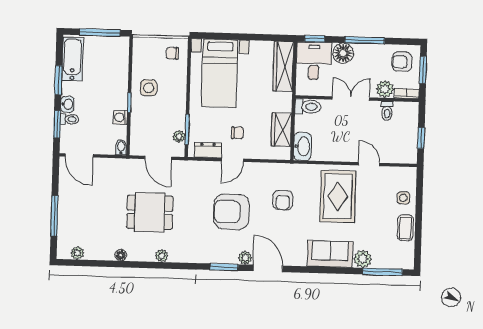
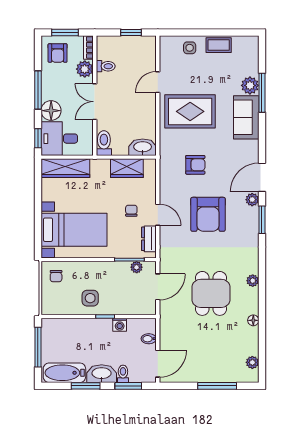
washbasin: (67, 104) -> (102, 374), width x1.91, depth x1.45
bidet: (121, 147) -> (149, 339), moved
window: (383, 272) -> (262, 93), moved

